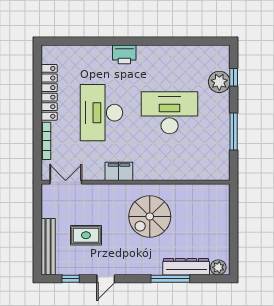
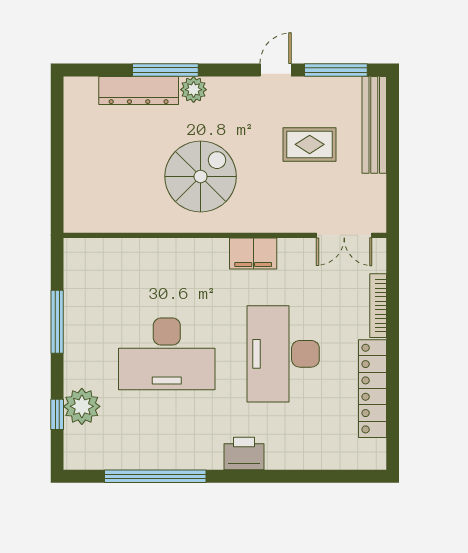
window: (176, 41) -> (155, 476), added
desk: (101, 113) -> (283, 354), turned 180
plant: (218, 267) -> (194, 90), moved
window: (71, 279) -> (336, 70), width x2.17

